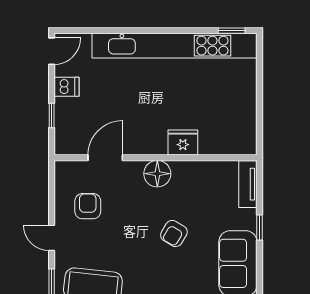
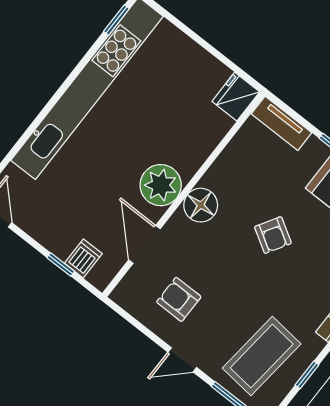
dishwasher: (67, 87) -> (83, 258), moved
plant: (150, 139) -> (161, 185), added
fridge: (183, 143) -> (236, 97), moved

